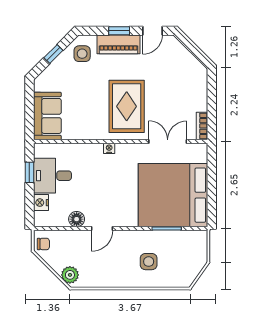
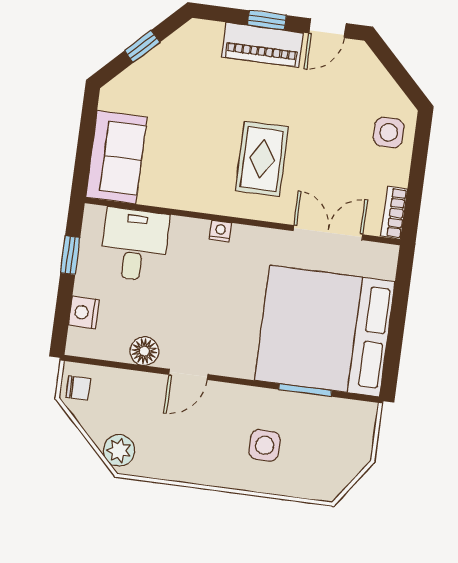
side table: (82, 54) -> (389, 132), moved
rug: (127, 106) -> (262, 159), width x0.73, depth x0.70
desk: (52, 176) -> (134, 245), moved, turned 90

